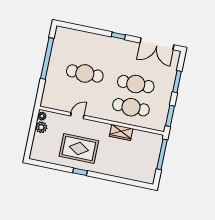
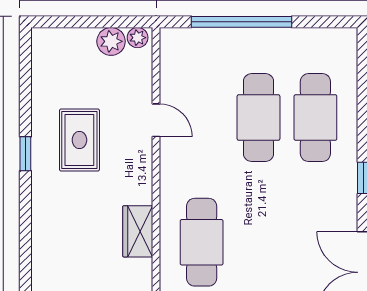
window: (47, 58) -> (241, 22), moved
cafe table: (136, 84) -> (315, 118), moved
rug: (79, 149) -> (79, 140), width x0.73, depth x0.70

